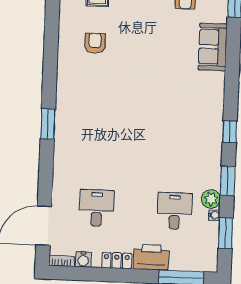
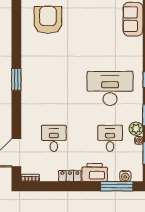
armchair: (95, 43) -> (48, 20), width x1.88, depth x1.88
desk: (177, 142) -> (110, 88), added
water cooler: (83, 259) -> (125, 176), moved

